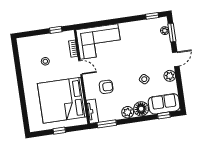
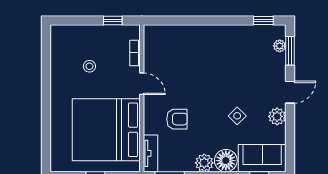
corner sofa: (99, 41) -> (176, 48), removed

